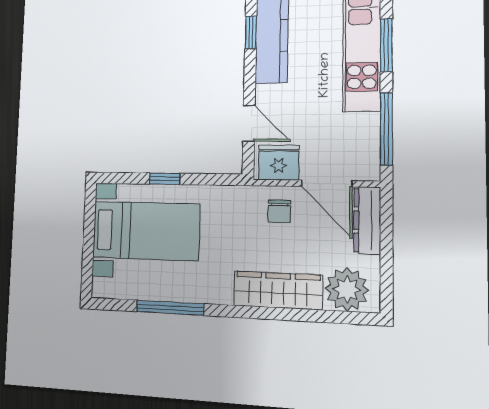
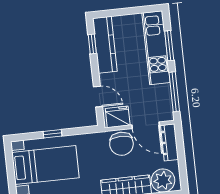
chair: (279, 211) -> (121, 144), width x1.87, depth x1.87

